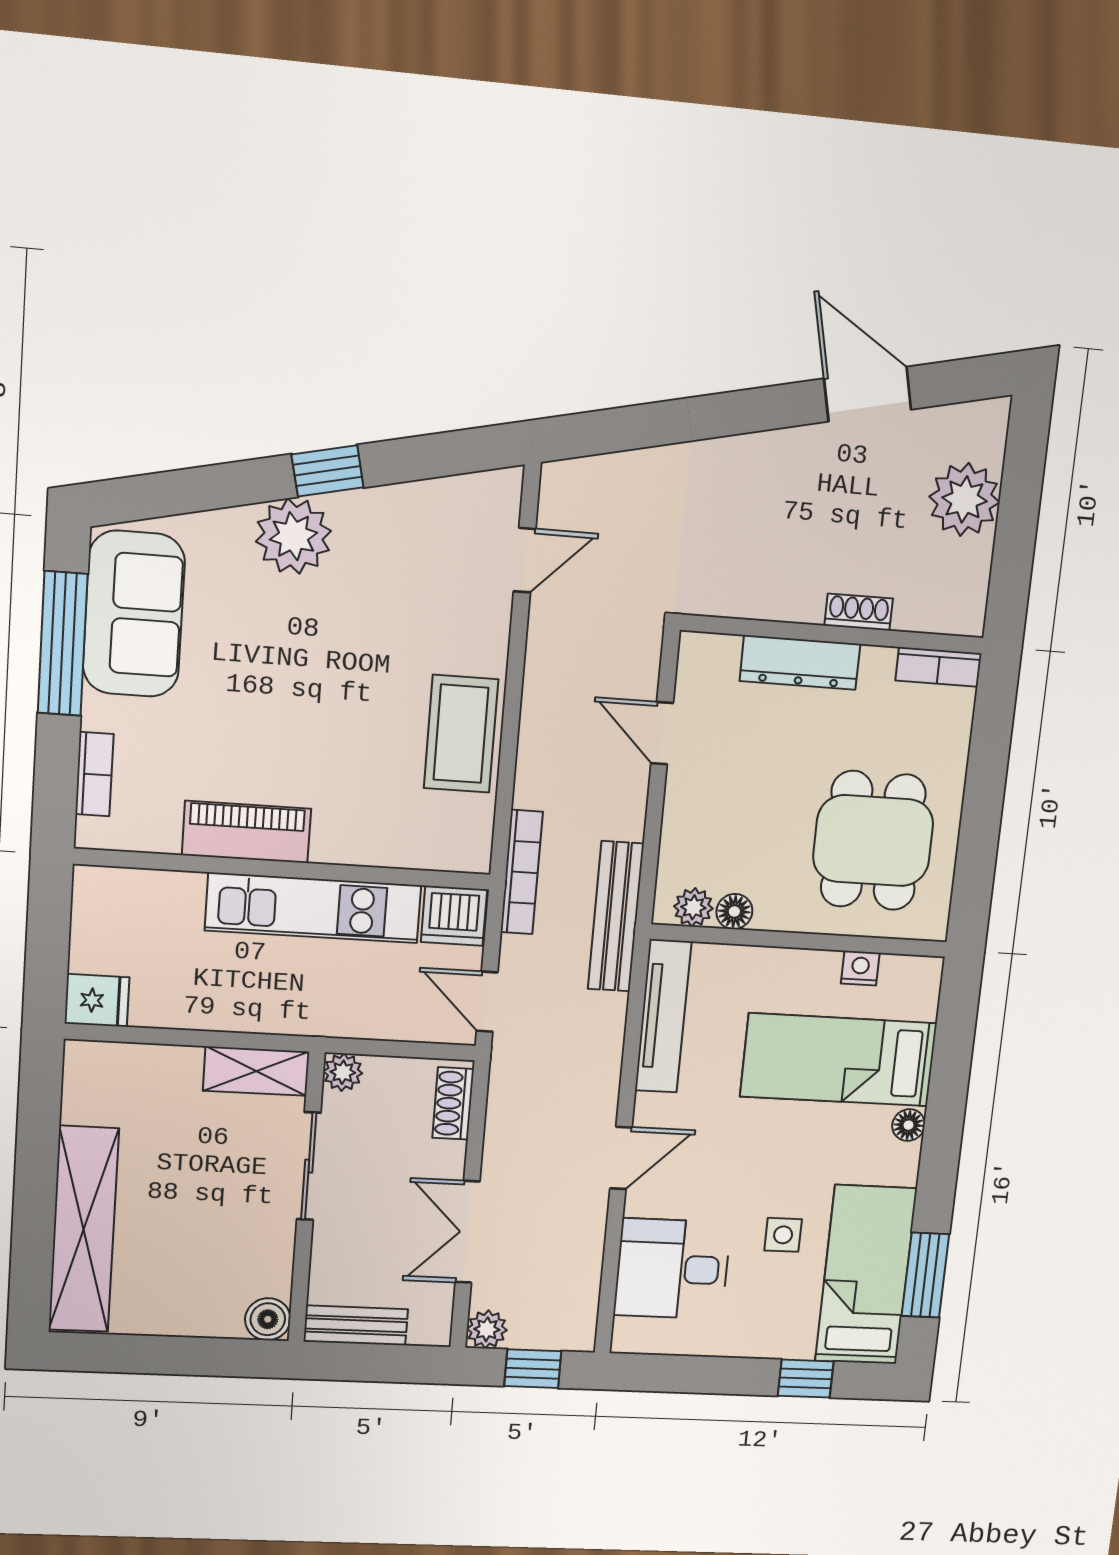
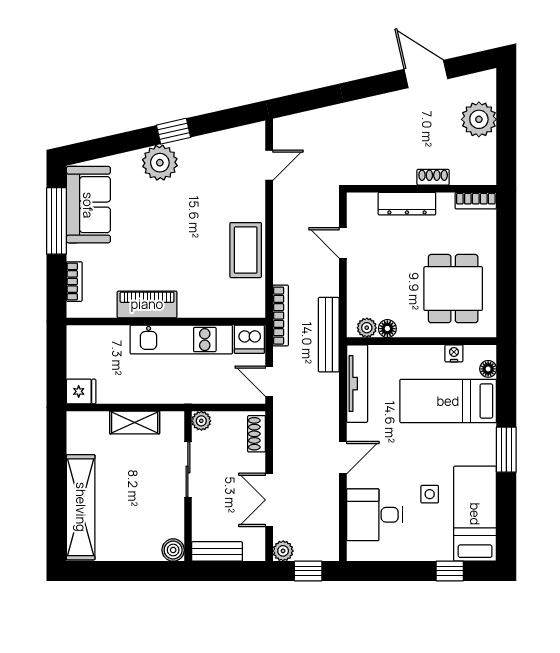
shelving: (256, 1071) -> (135, 422), moved
floor lamp: (909, 1125) -> (488, 369), moved
window: (925, 1275) -> (506, 450), moved

